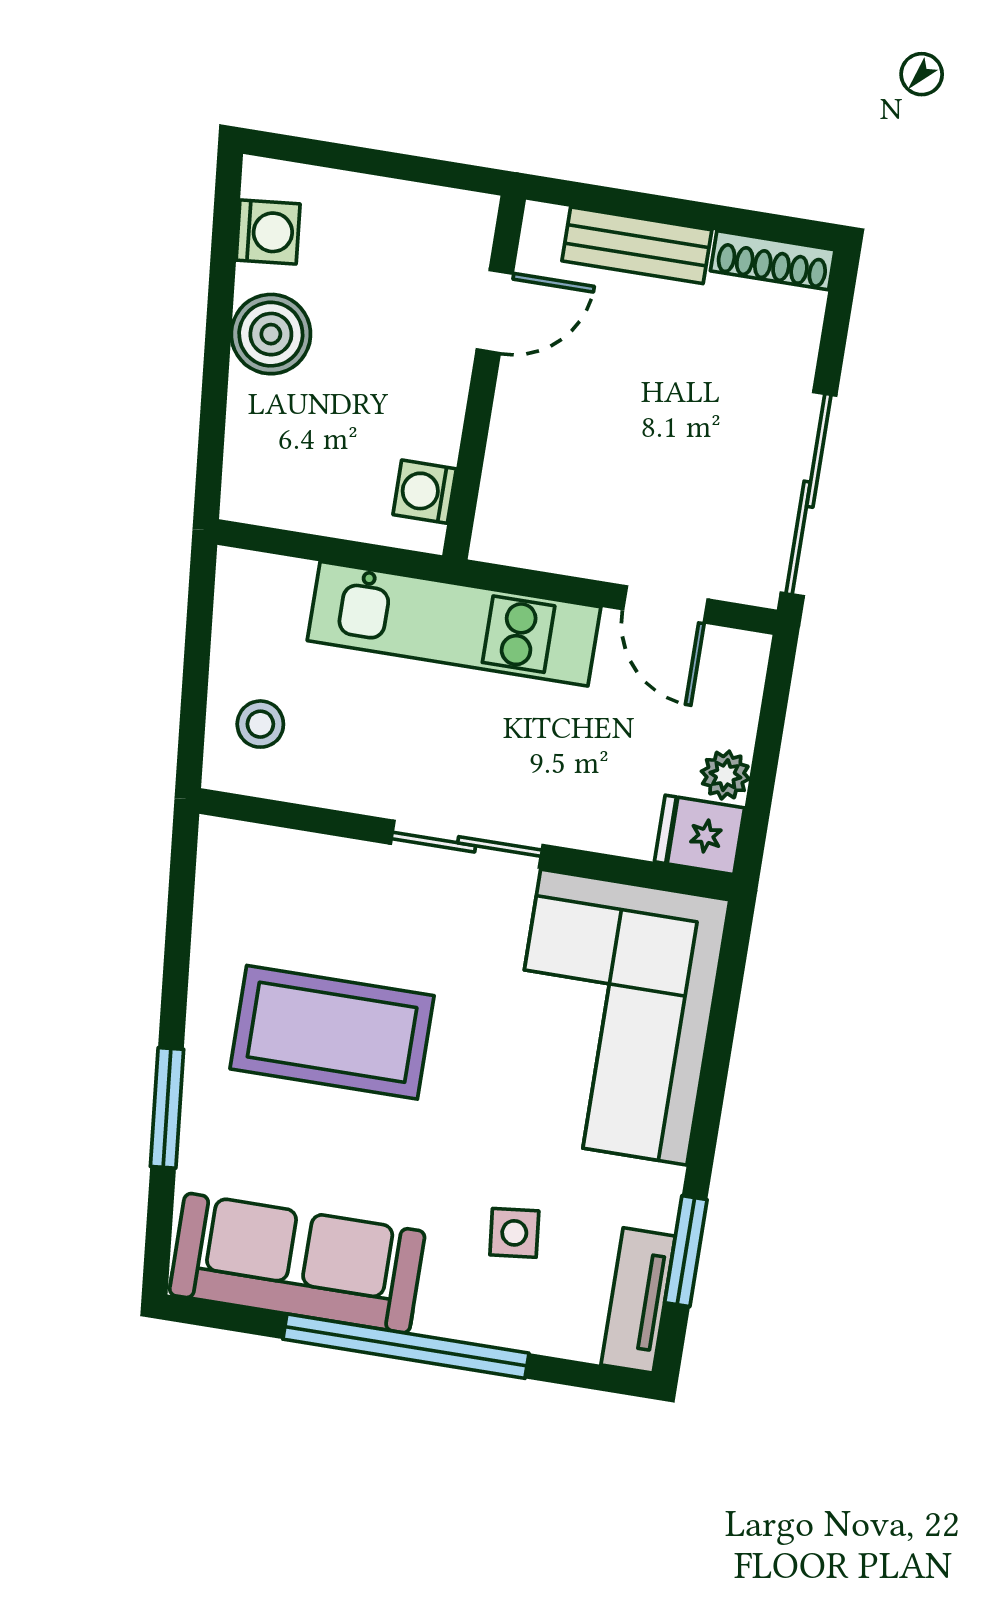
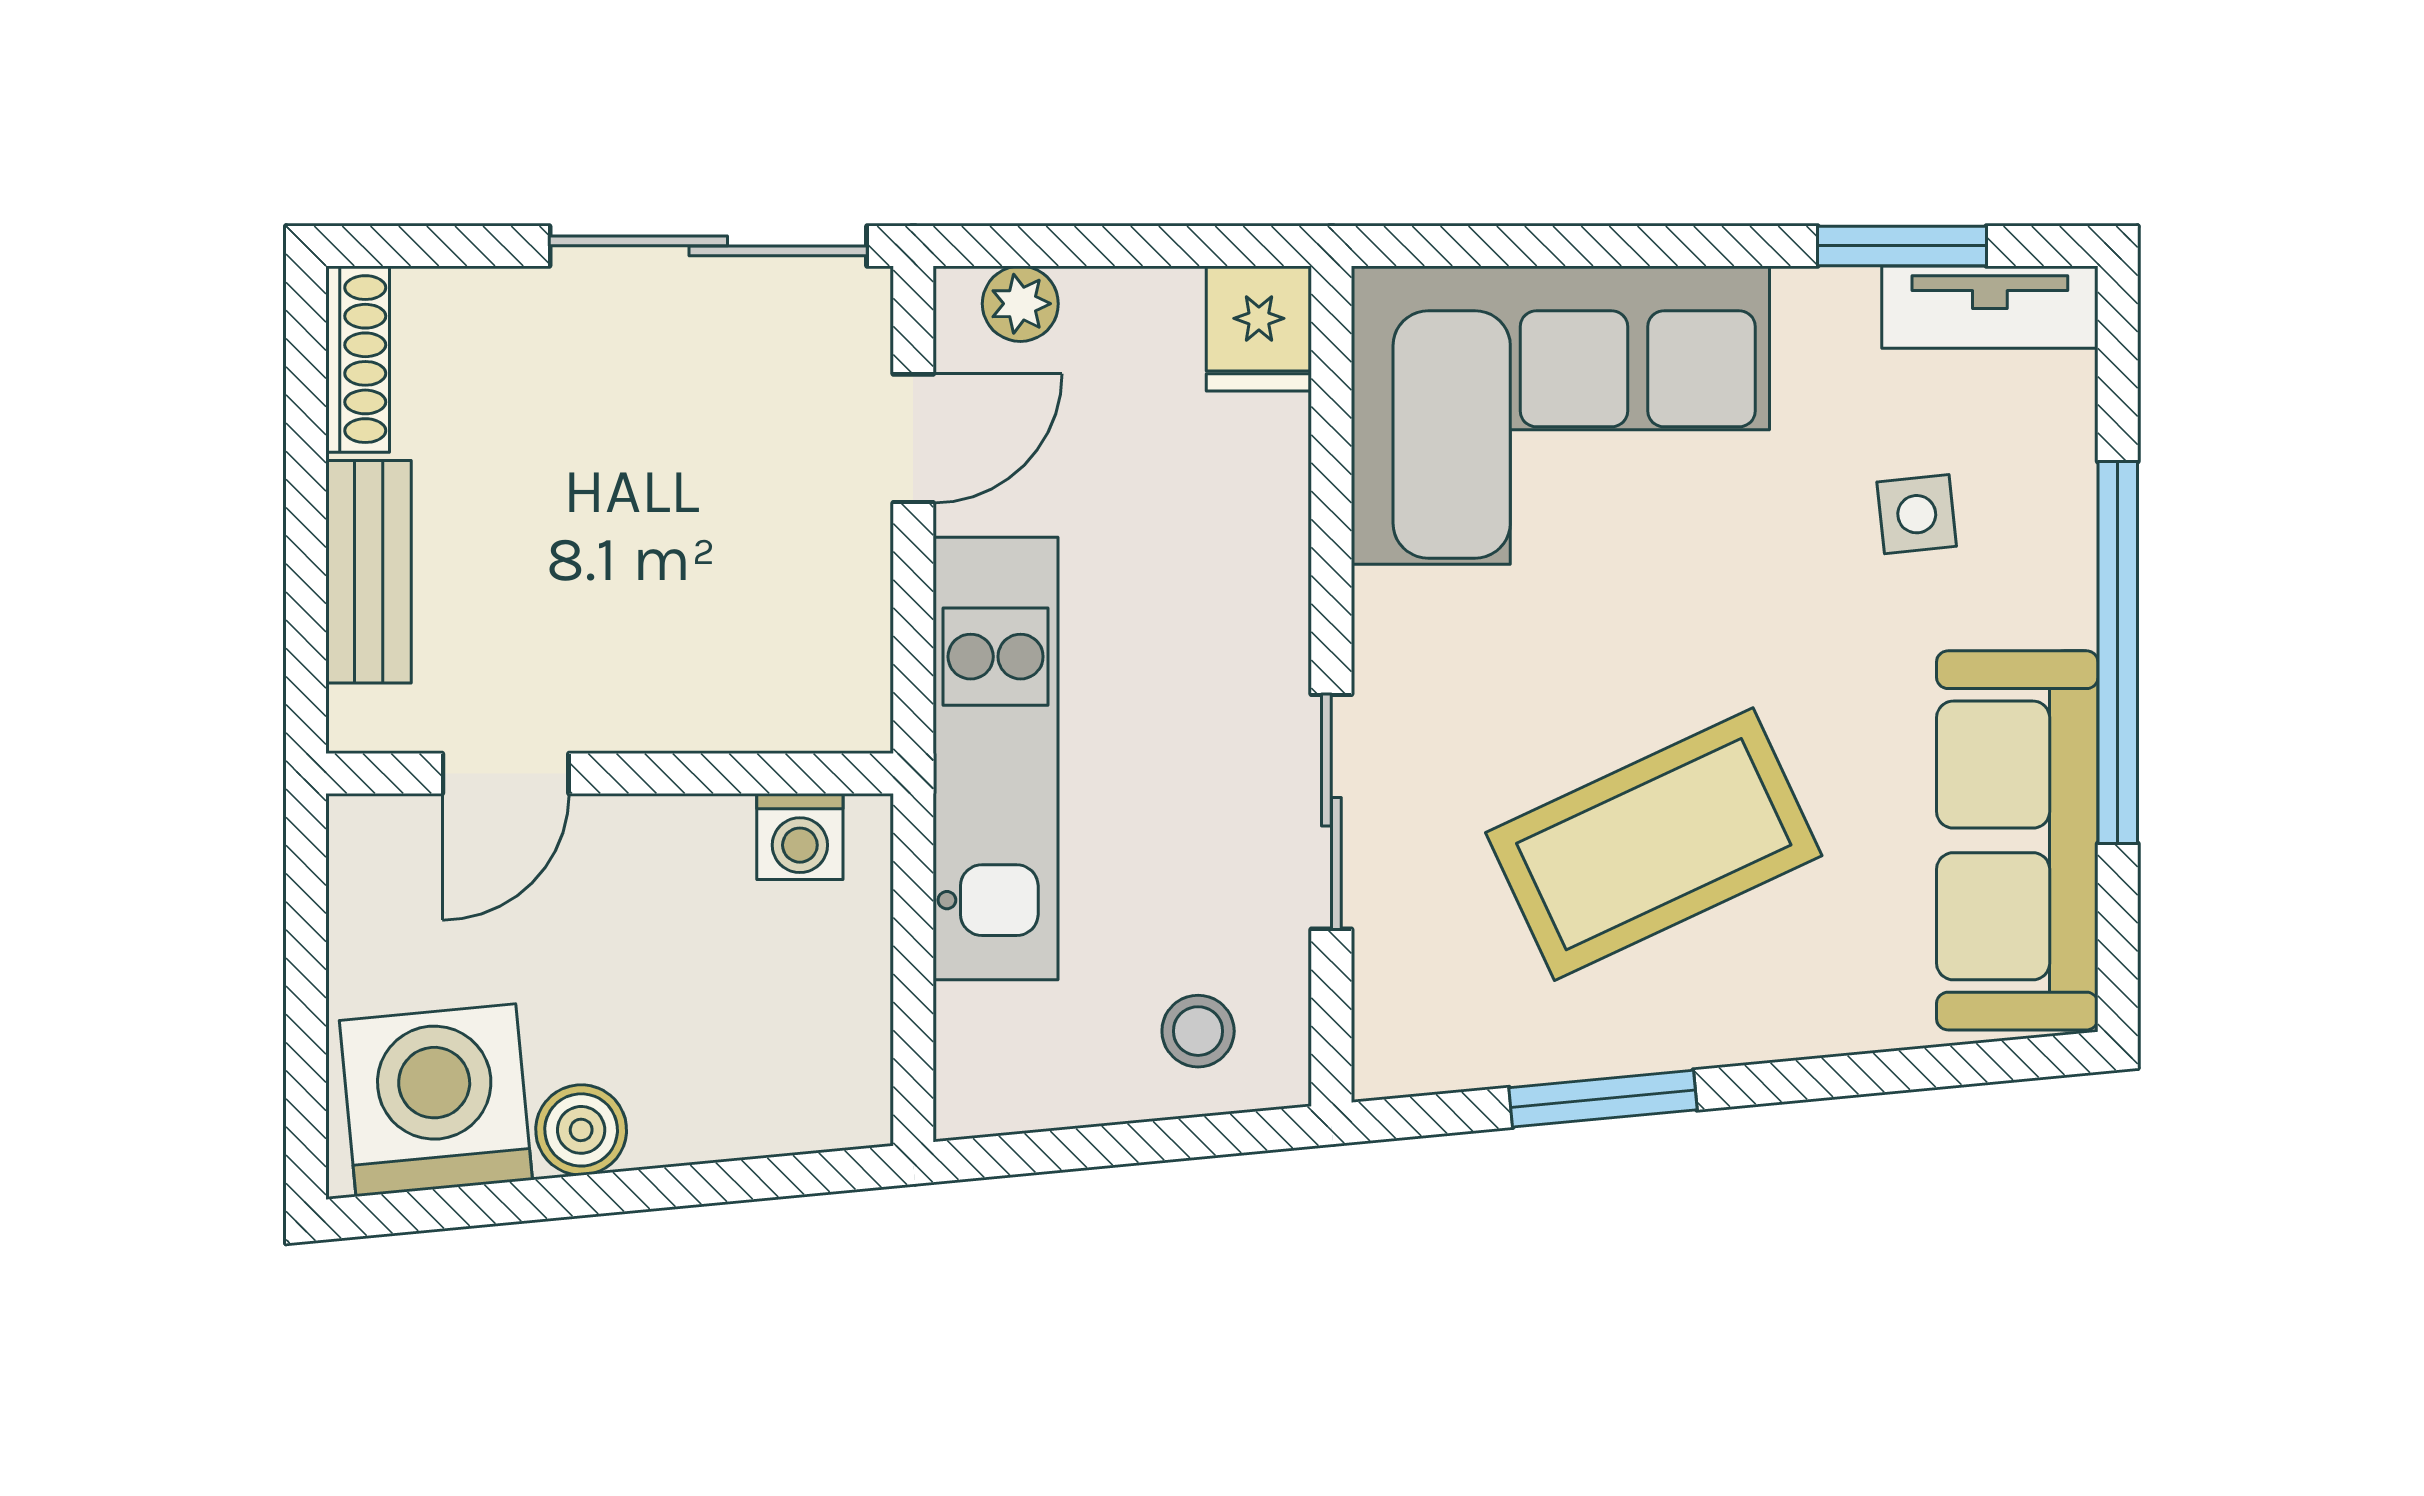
washing machine: (268, 232) -> (436, 1100), width x1.89, depth x1.89
door: (495, 312) -> (506, 774), swing flipped
boiler: (271, 334) -> (581, 1130), width x0.73, depth x0.73
plant: (725, 775) -> (1020, 304), moved
sliding door: (467, 844) -> (1331, 812), moved
coffee table: (332, 1032) -> (1654, 844), turned 65
window: (167, 1108) -> (1603, 1099), moved

